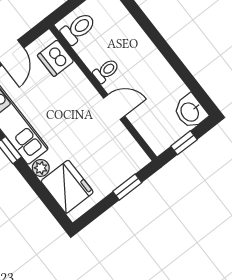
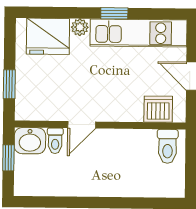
toilet: (106, 71) -> (55, 141), moved
washbasin: (190, 112) -> (30, 141), moved, turned 180

